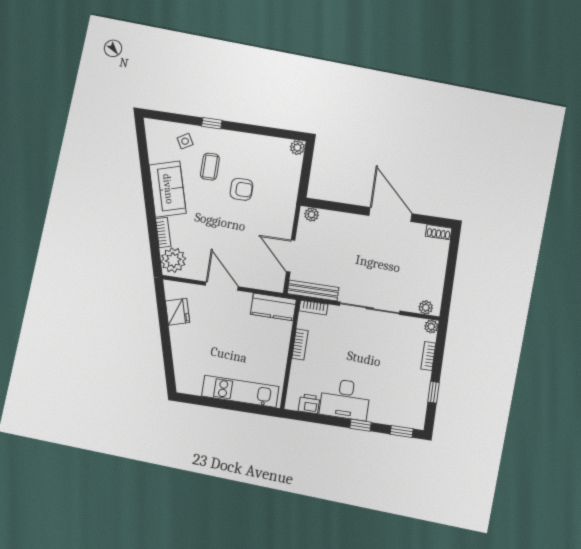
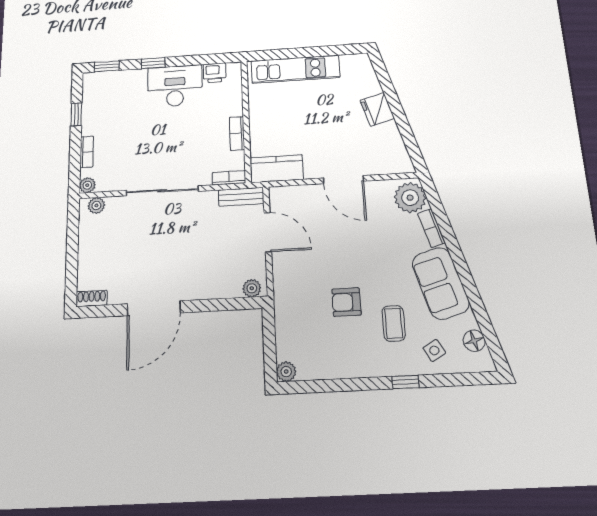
floor lamp: (154, 142) -> (474, 341), added
door: (390, 215) -> (154, 308), hinge flipped
bench: (313, 290) -> (241, 197), width x0.73
fridge: (177, 312) -> (377, 109), moved

